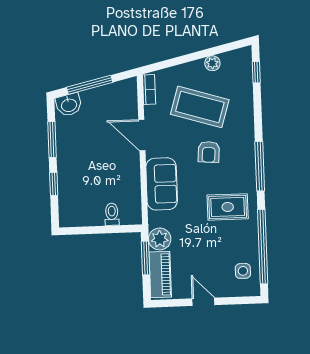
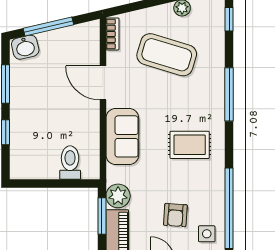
armchair: (209, 152) -> (175, 215), moved
window: (260, 166) -> (229, 94), moved
rug: (228, 207) -> (190, 145), moved
toilet: (112, 214) -> (70, 163), width x1.37, depth x1.39

